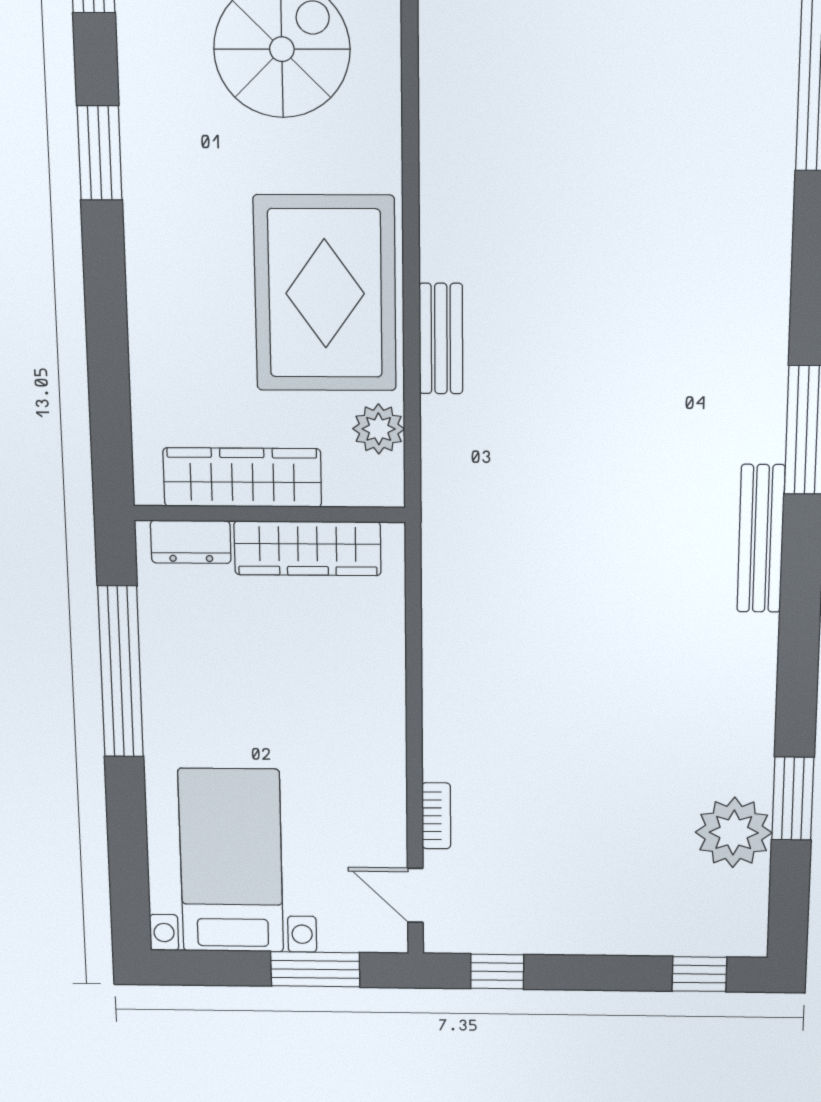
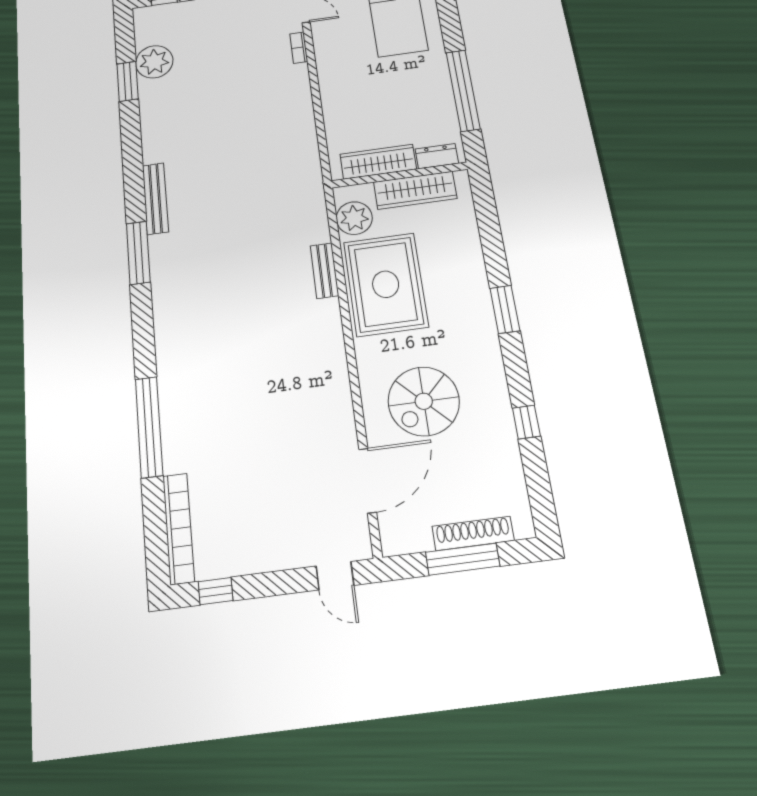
window: (100, 153) -> (505, 309), moved
plant: (379, 429) -> (354, 218), width x1.36, depth x1.36

